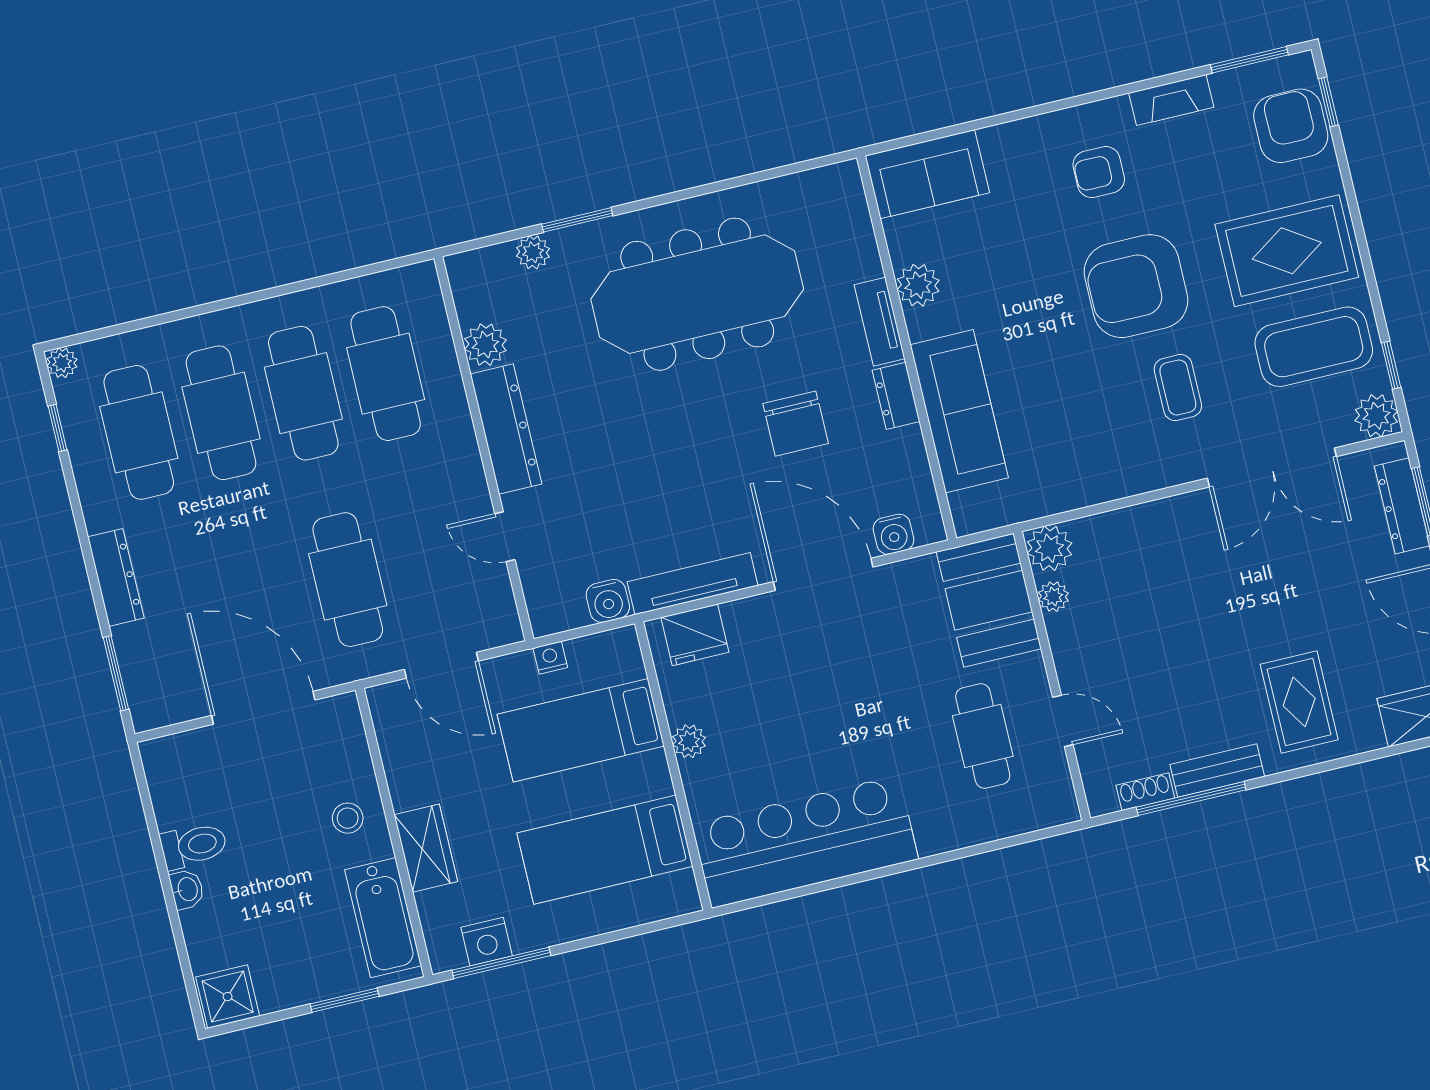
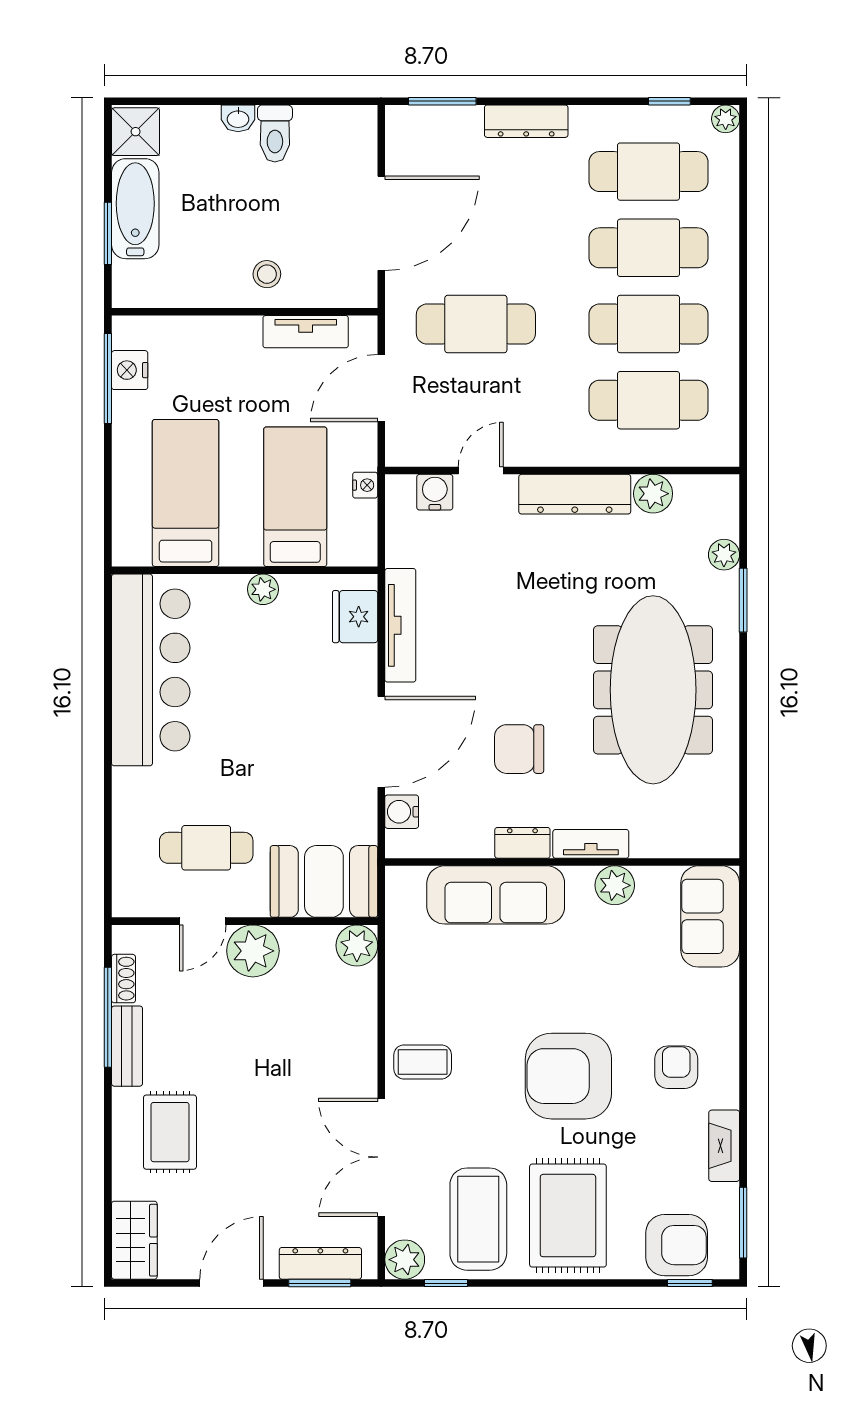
armchair: (1136, 286) -> (568, 1076), turned -90
coffee table: (1178, 388) -> (423, 1062), moved
plant: (1053, 597) -> (253, 951), moved, width x1.87, depth x1.87
water cooler: (608, 601) -> (435, 492), moved, turned 90
rug: (1299, 702) -> (170, 1132), turned 90
tv unit: (400, 761) -> (306, 332), added
wardrobe: (426, 848) -> (224, 336), removed
bathtub: (383, 918) -> (135, 209), moved, turned 90

